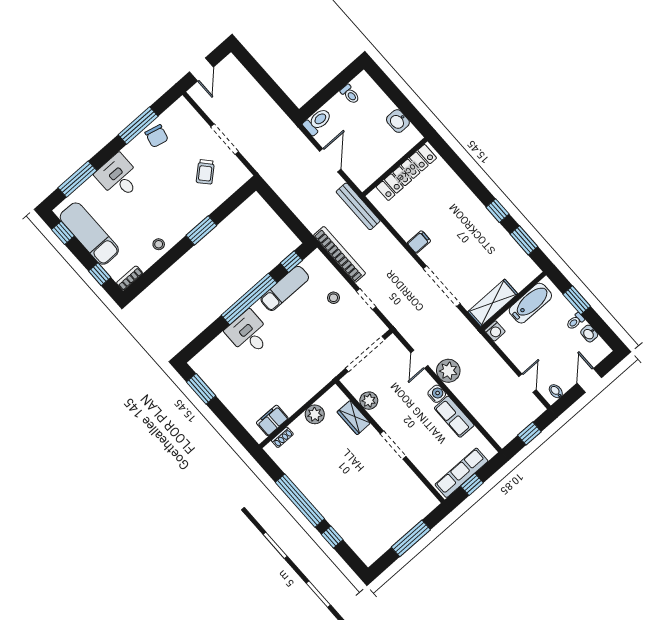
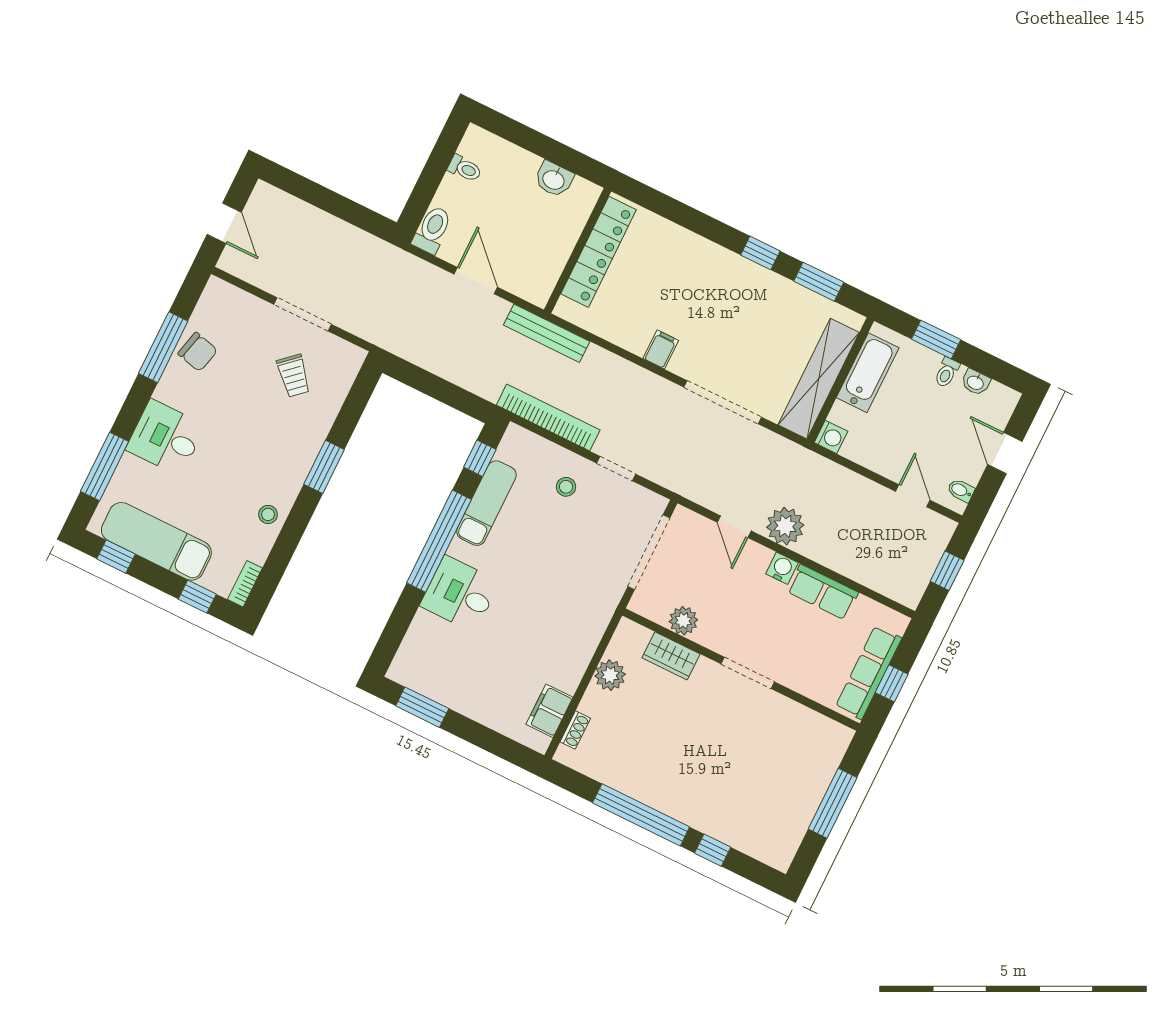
shelving: (493, 303) -> (819, 379), width x1.47

